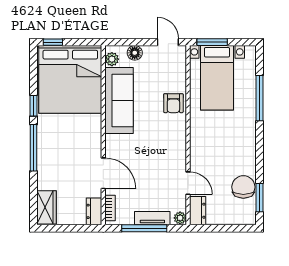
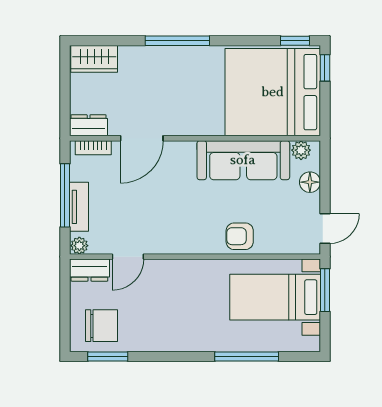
window: (33, 106) -> (295, 41), moved
chair: (243, 187) -> (101, 326), moved

